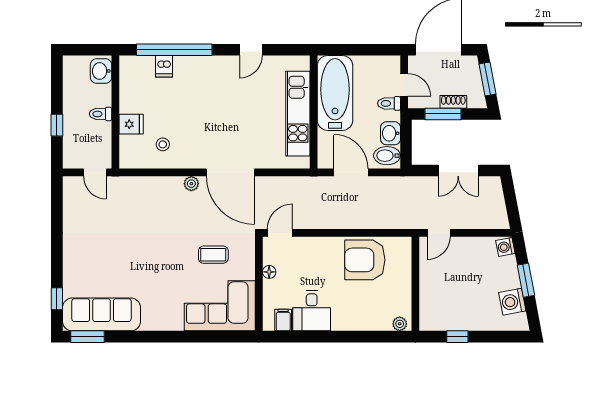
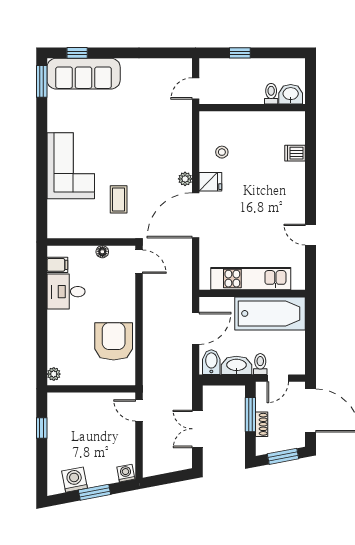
window: (174, 50) -> (311, 163), removed
toilet: (100, 114) -> (271, 94), moved
fridge: (131, 124) -> (210, 182), moved, turned -90
washbasin: (391, 133) -> (236, 365), width x1.38
corner sofa: (220, 306) -> (71, 166), moved
sofa: (101, 314) -> (84, 74), moved, turned 90

